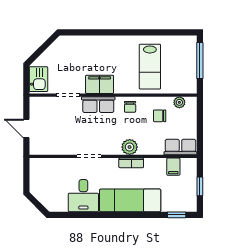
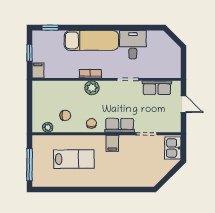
lab bench: (150, 67) -> (74, 159), turned 90
filing cabinet: (100, 84) -> (112, 143), width x0.50
row of seats: (180, 147) -> (157, 88), moved
filing cabinet: (173, 167) -> (38, 70), moved

